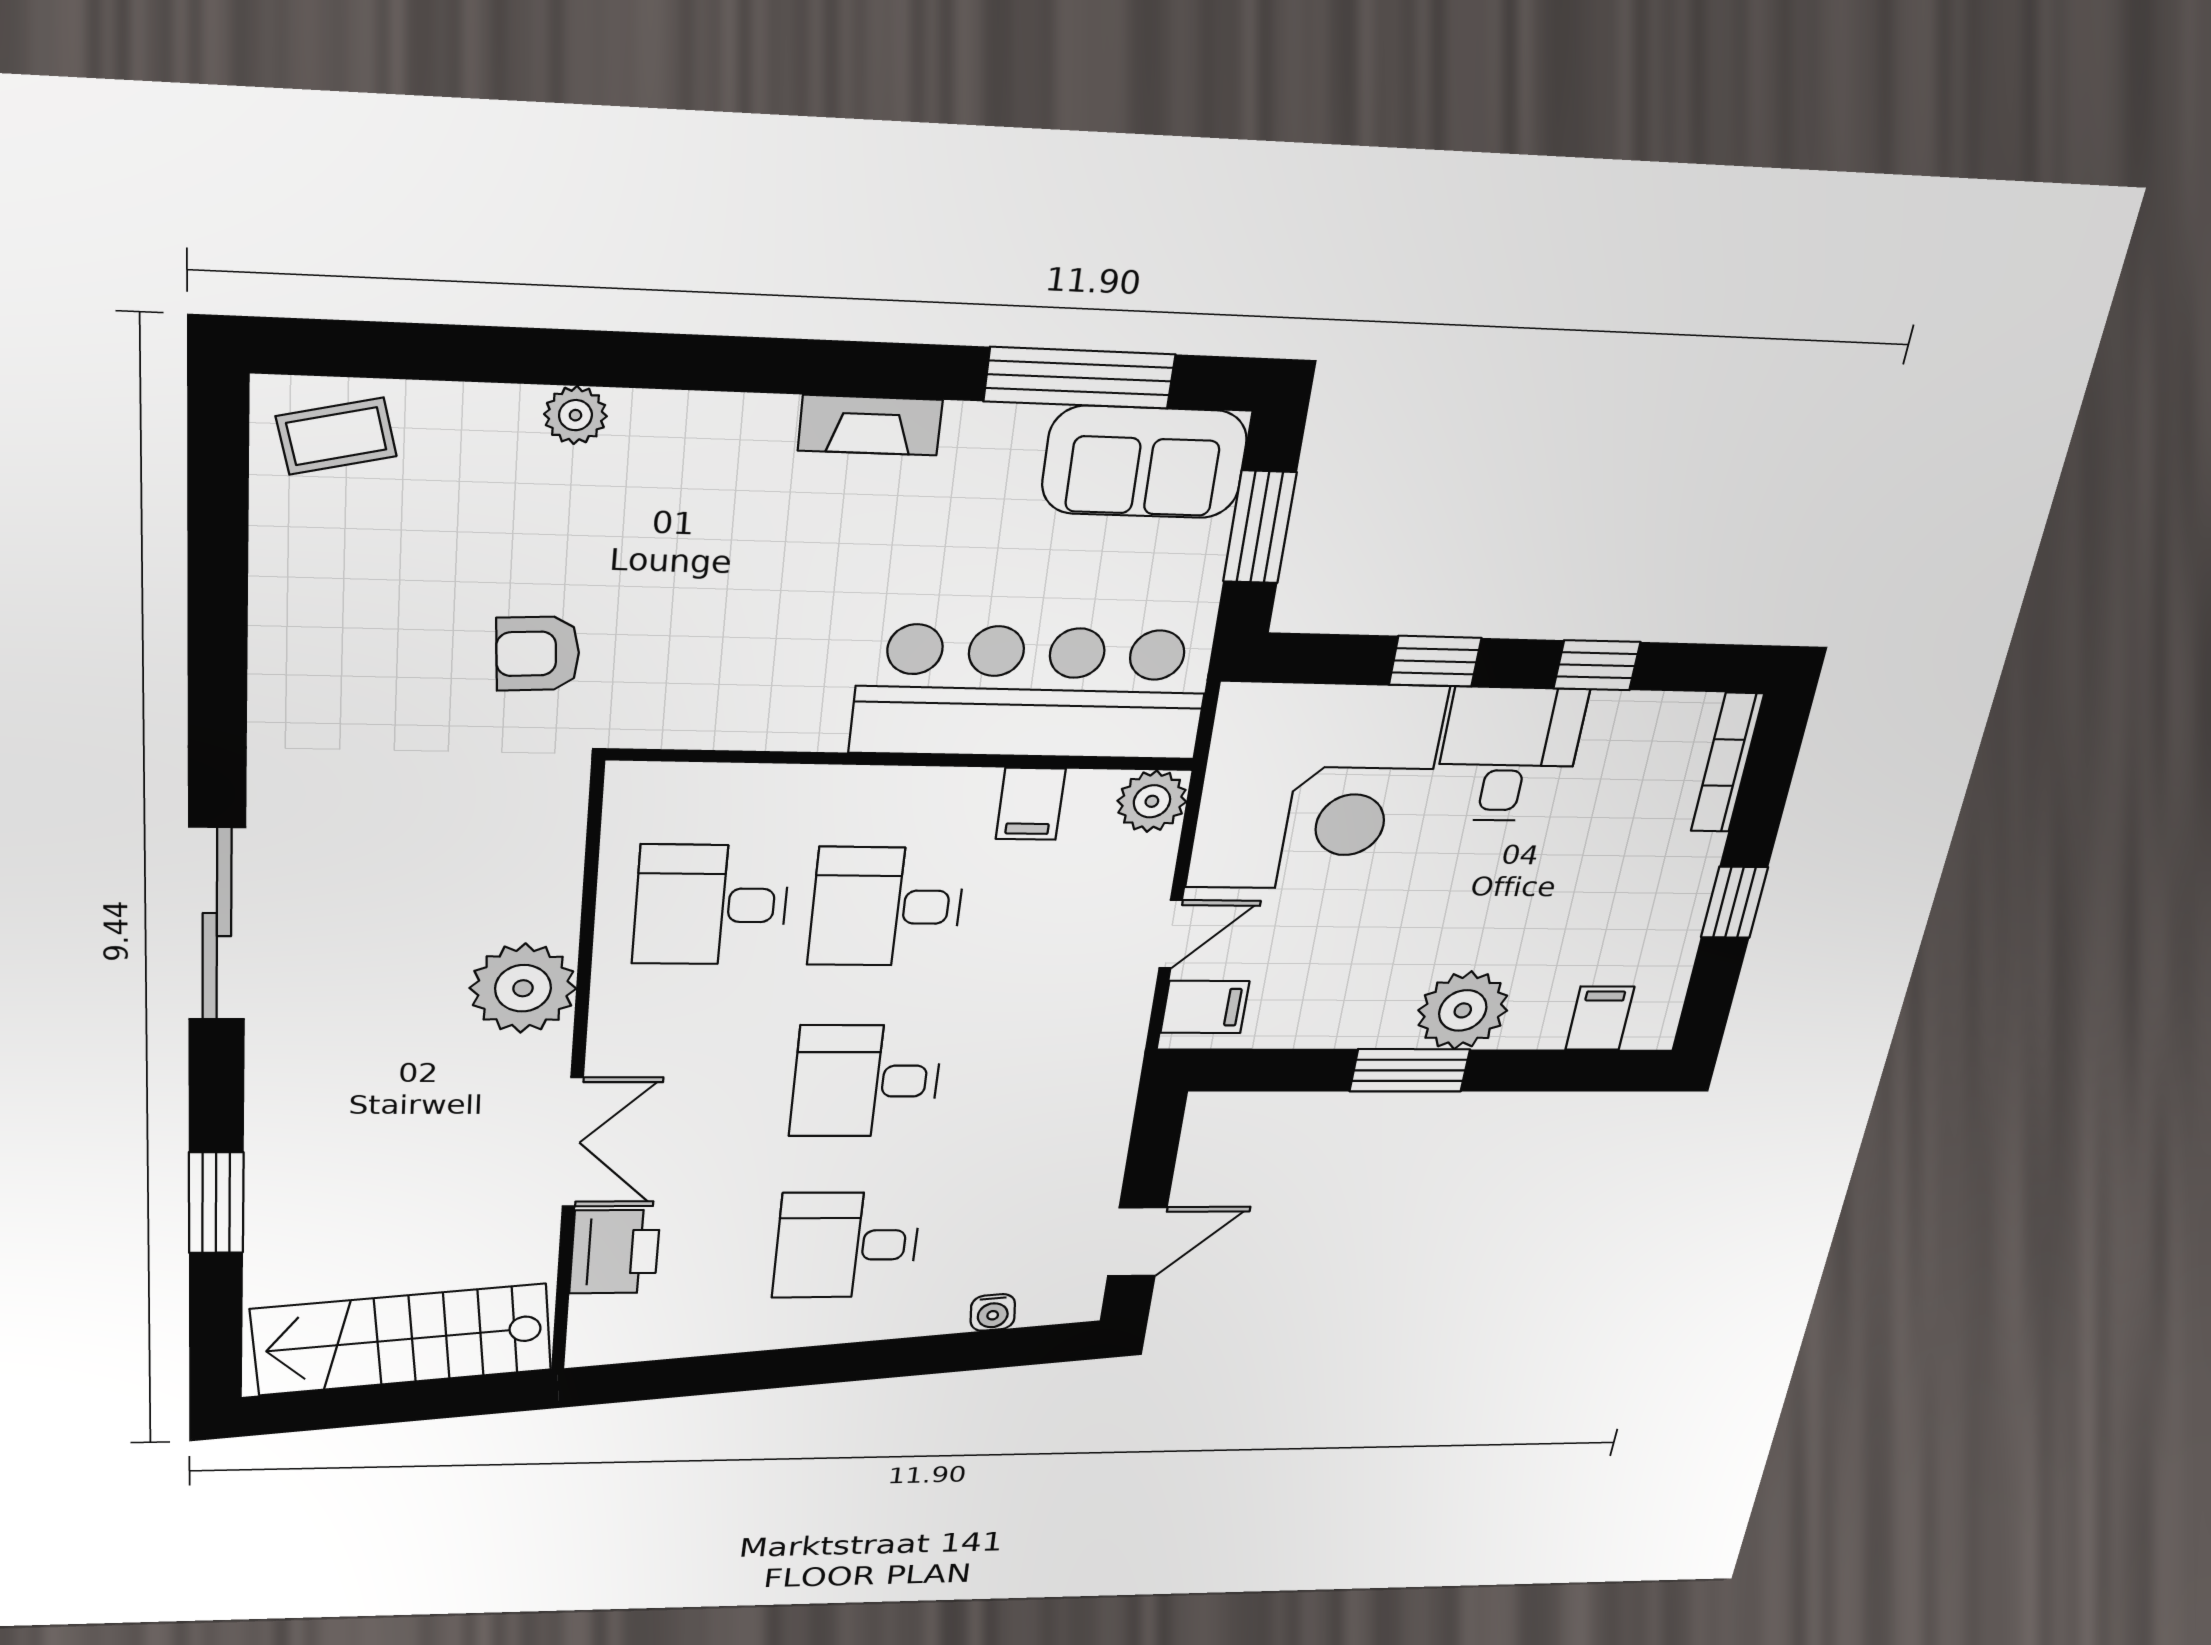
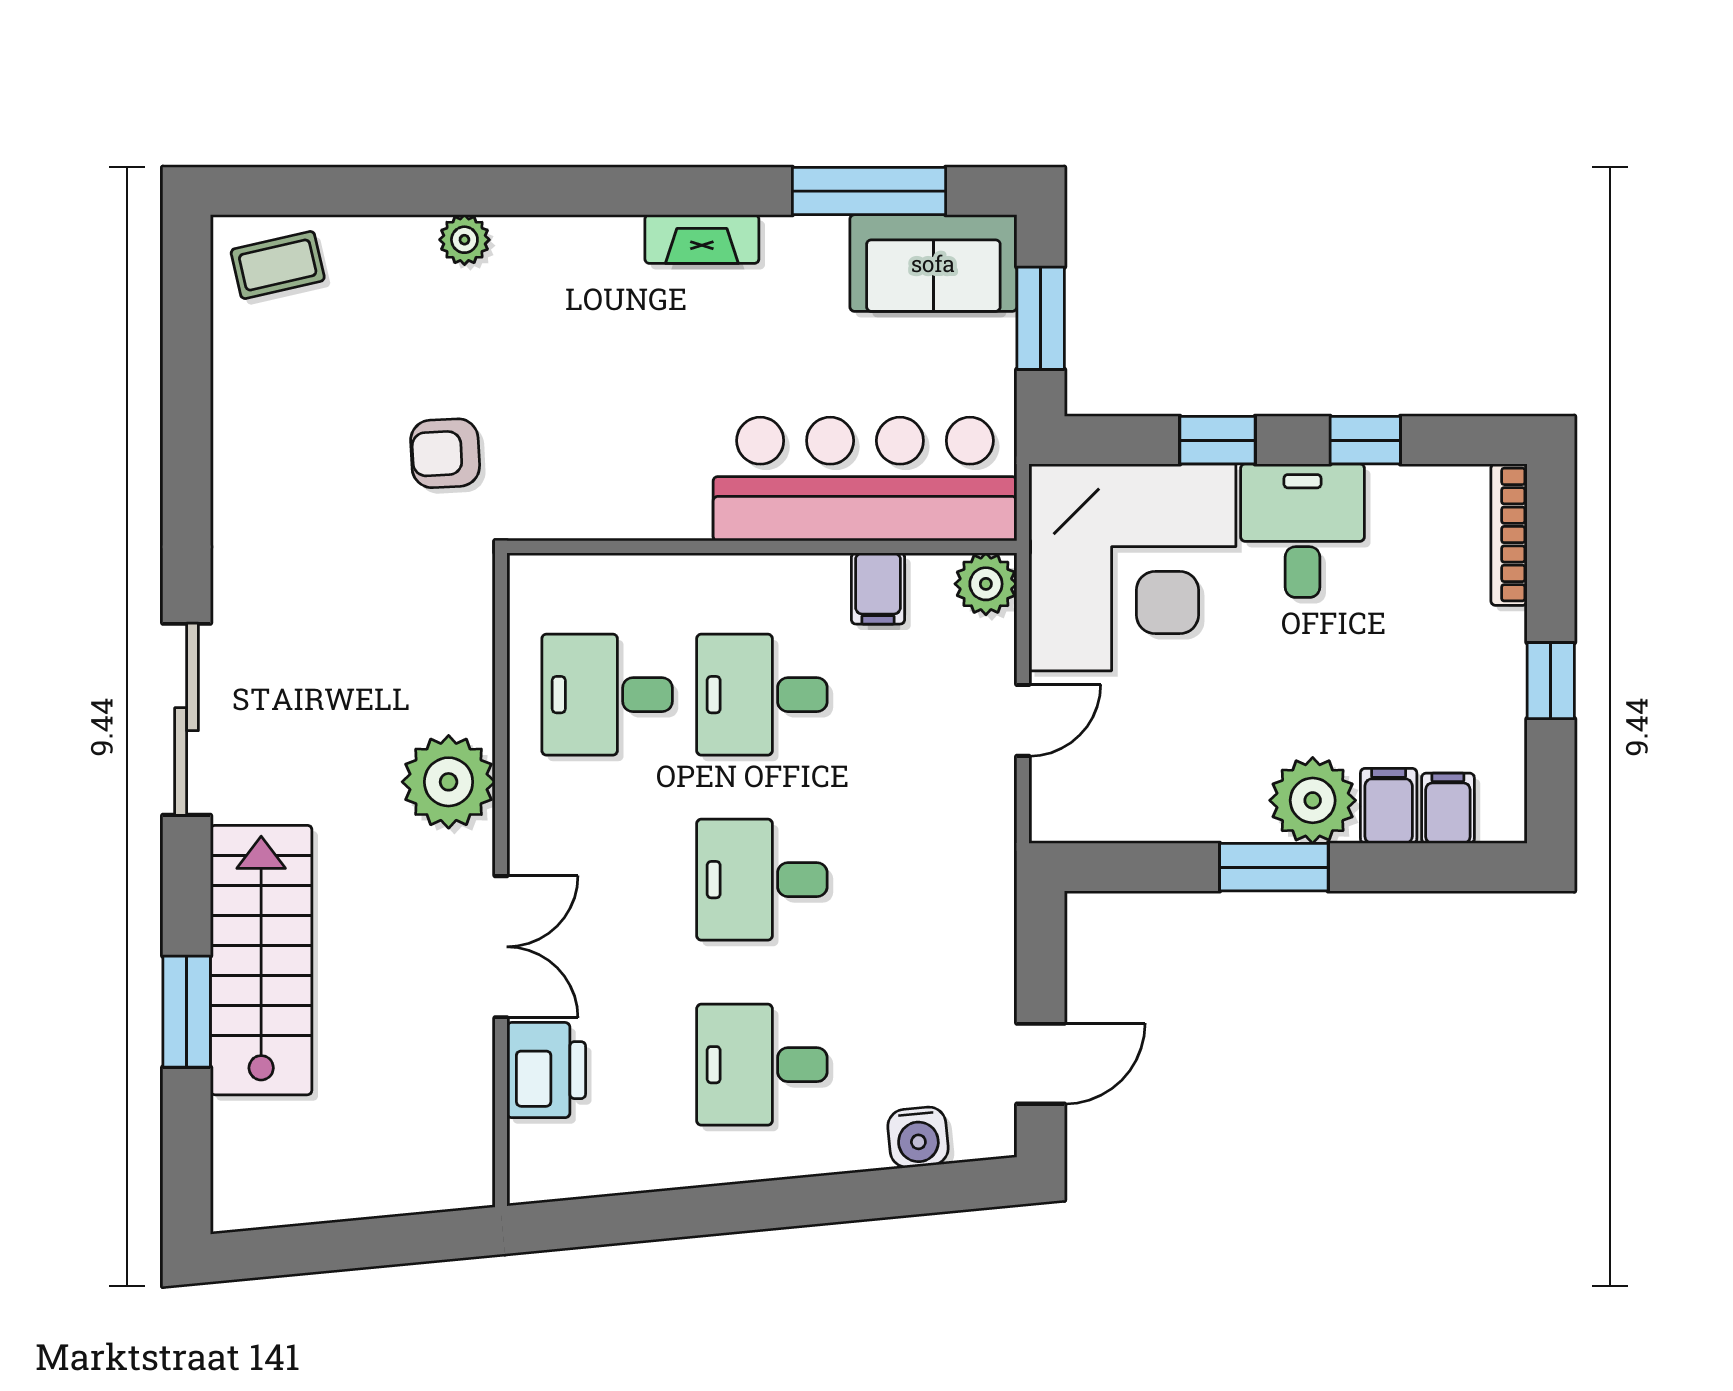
filing cabinet: (1205, 1007) -> (1389, 806), moved, turned -90
water cooler: (993, 1312) -> (918, 1137), width x1.38, depth x1.38
stairs: (402, 1340) -> (261, 960), moved, turned 95

